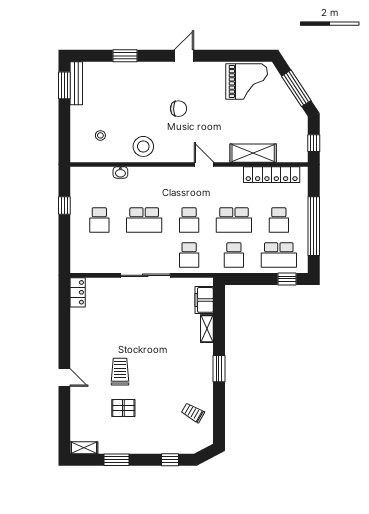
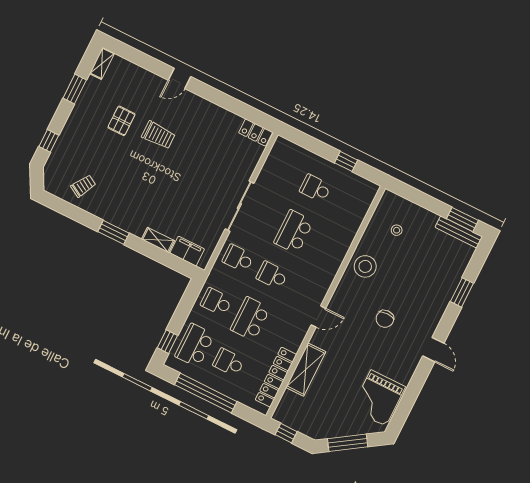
washbasin: (120, 172) -> (351, 232), removed

